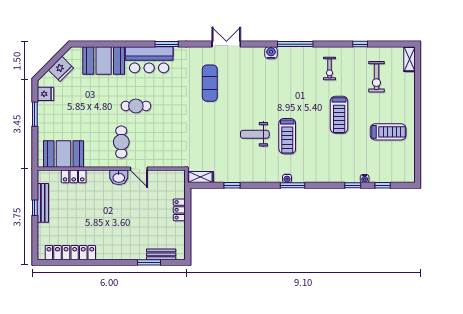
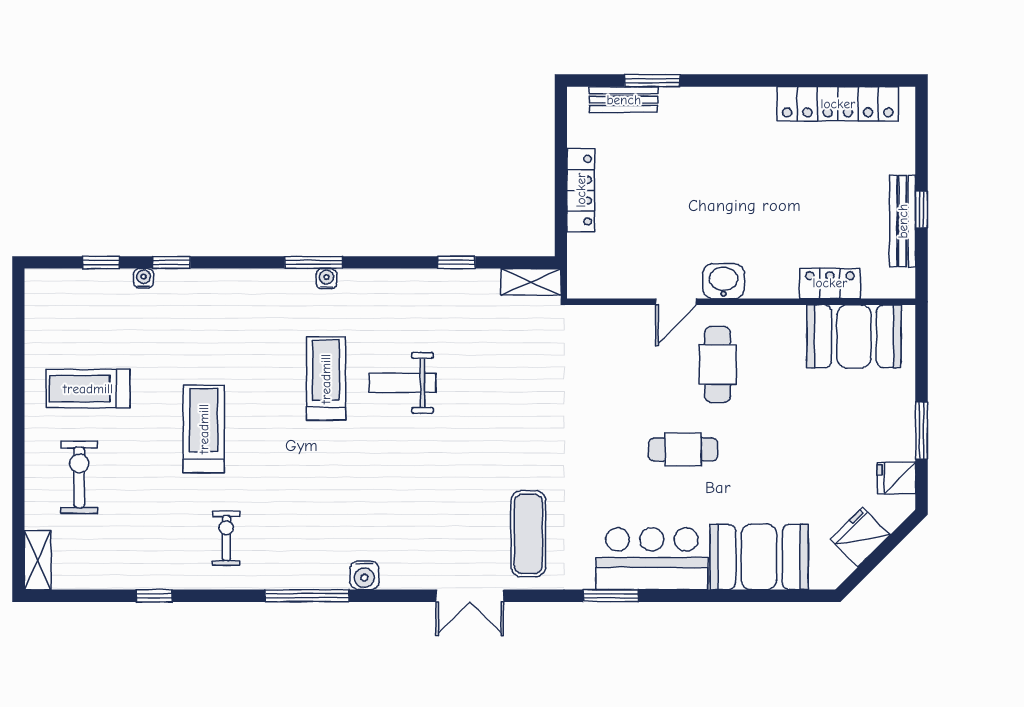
exercise bike: (376, 77) -> (79, 477), moved
exercise mat: (210, 83) -> (528, 534), moved
weight bench: (255, 134) -> (402, 383), turned 180
door: (139, 169) -> (676, 302), swing flipped
locker: (179, 210) -> (581, 190), width x1.53

